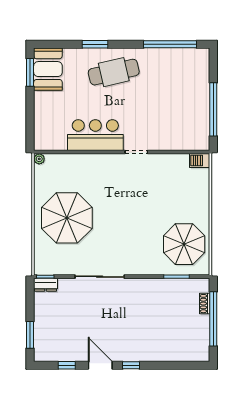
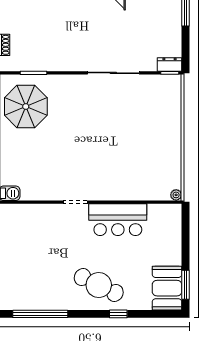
window: (95, 44) -> (118, 314), width x0.67
cafe table: (114, 72) -> (99, 285), turned 39
parasol: (67, 218) -> (147, 134), removed

